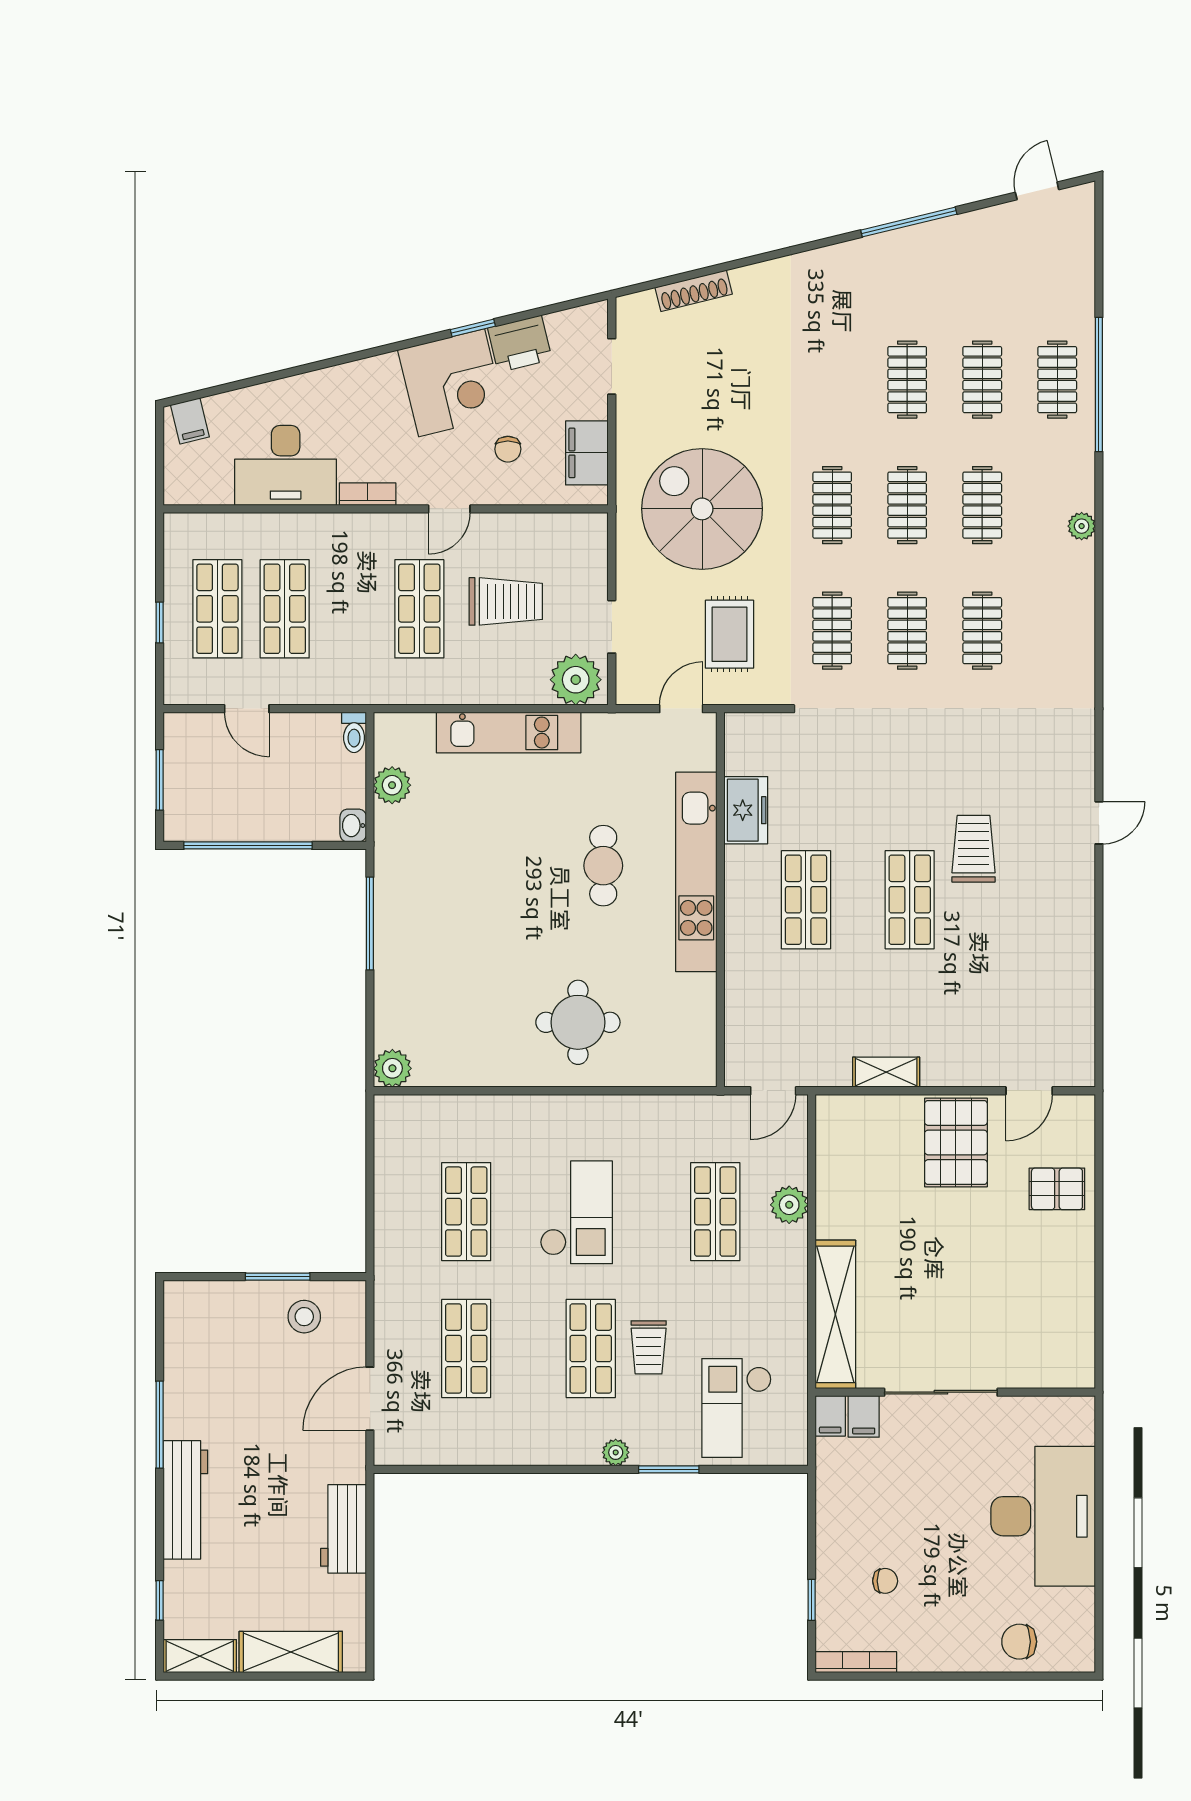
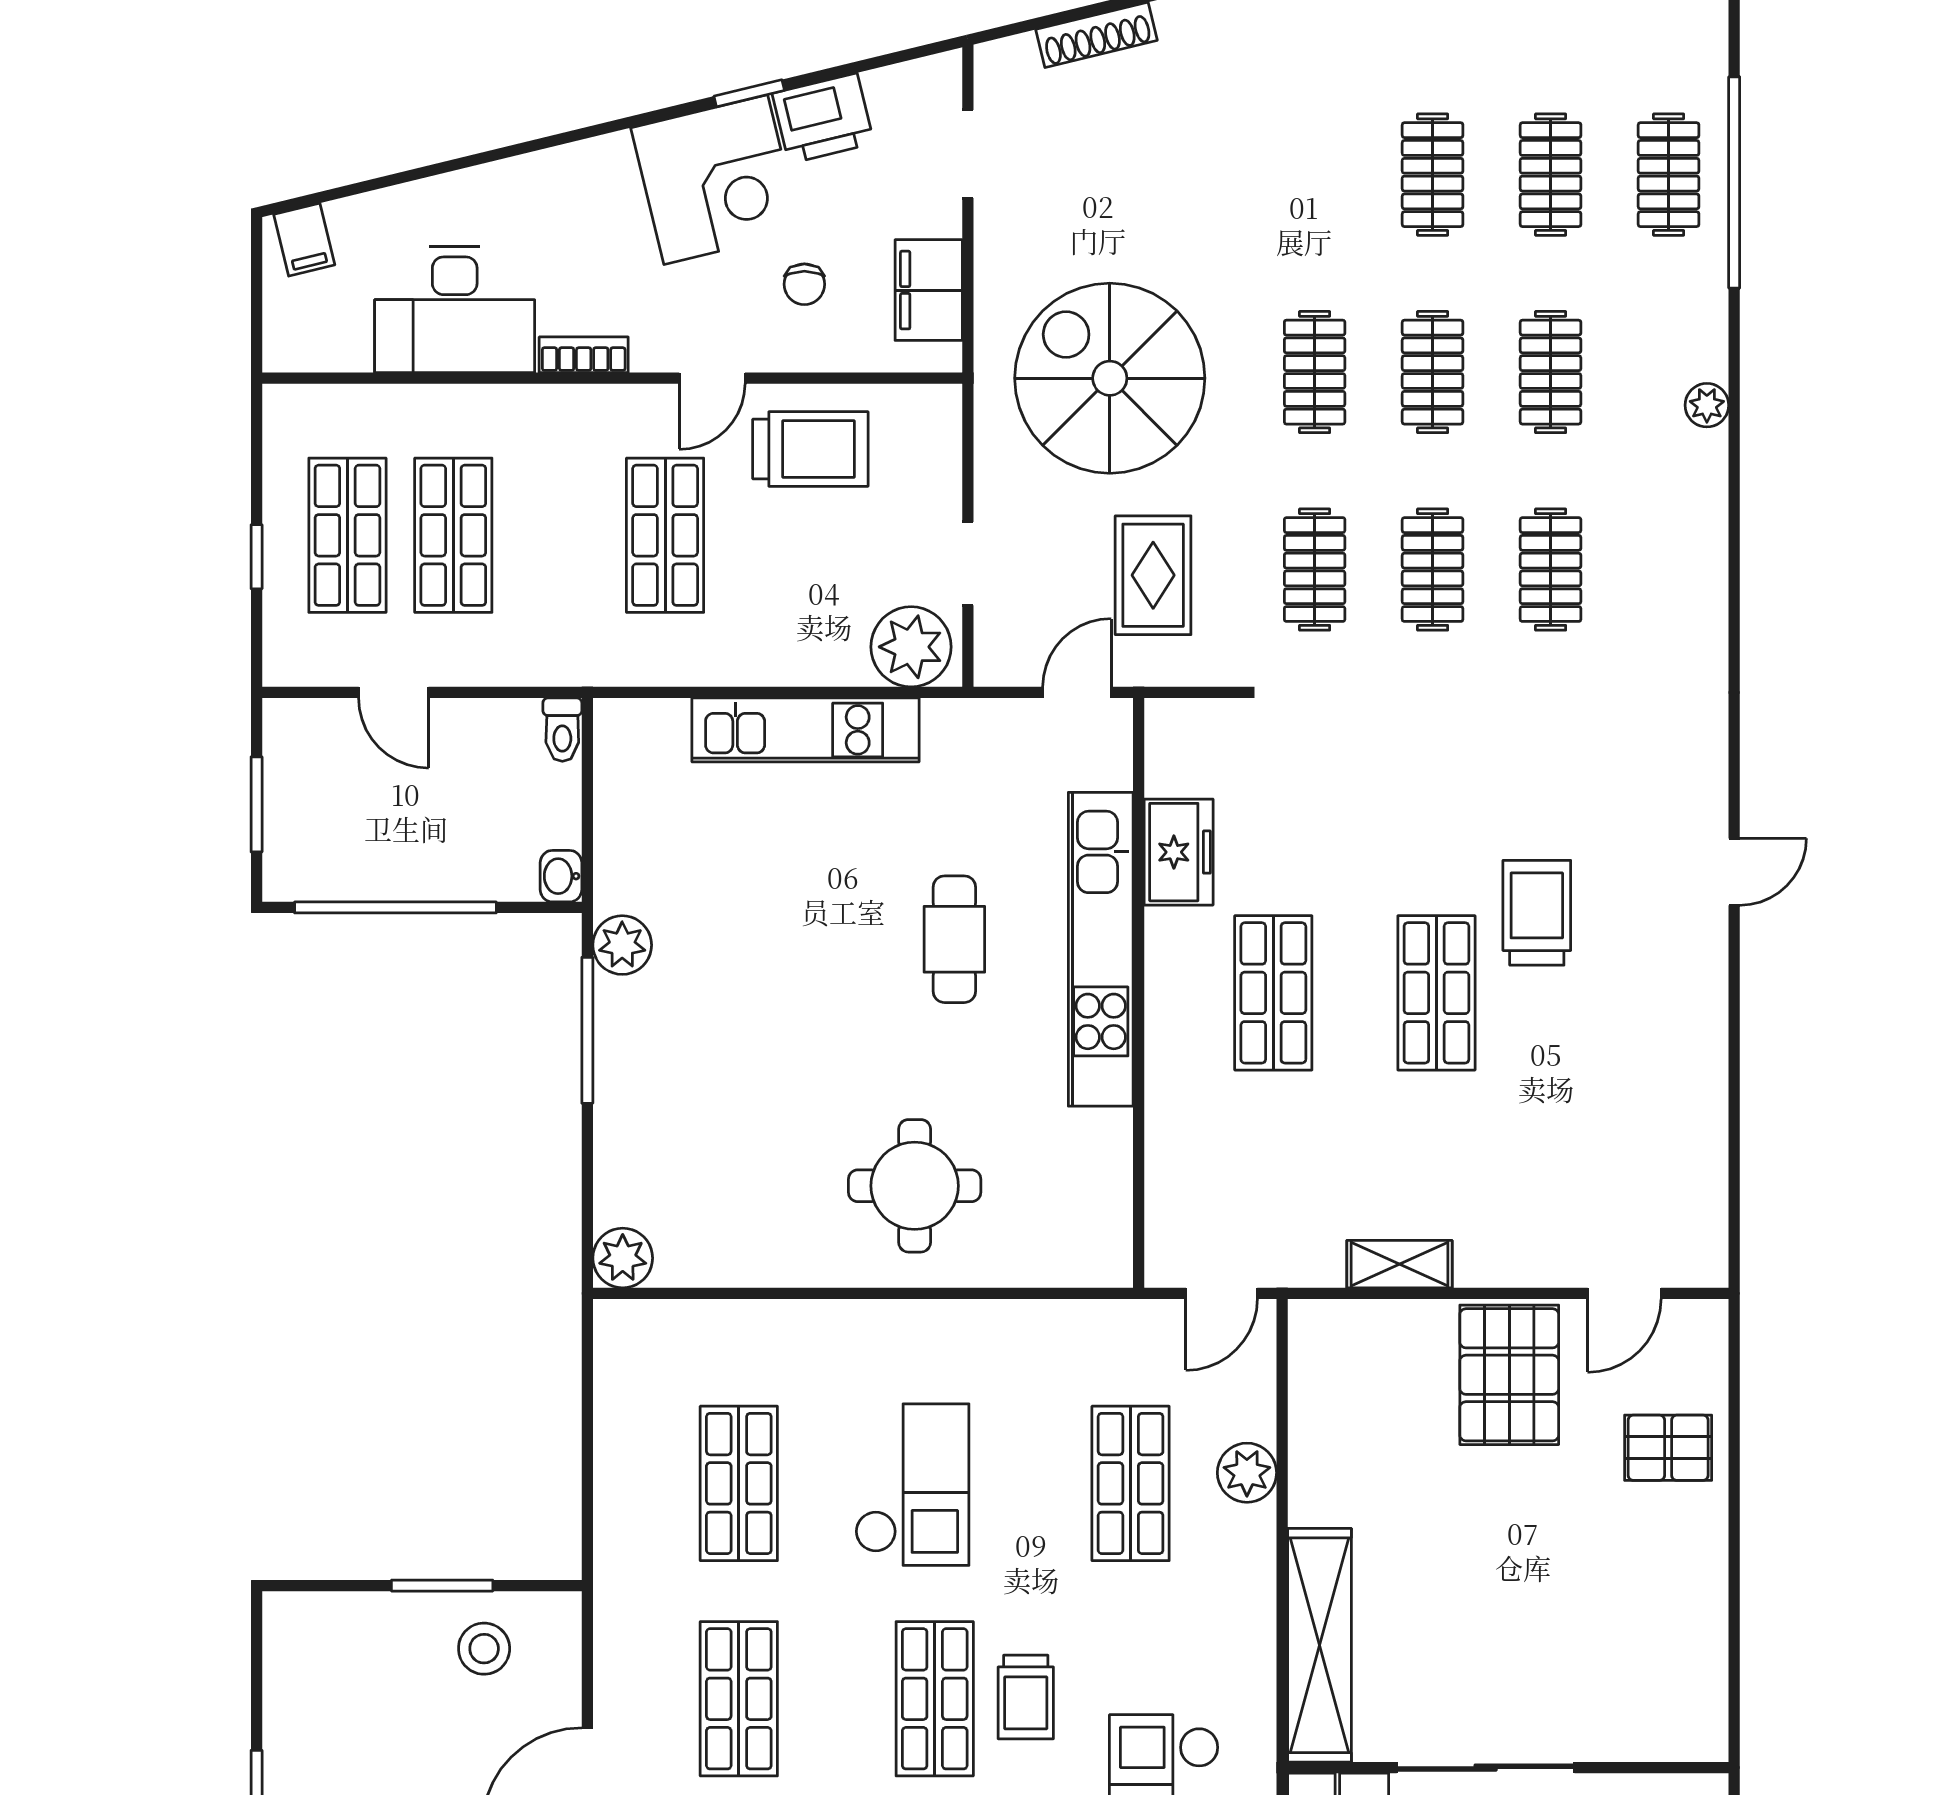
trolley: (506, 601) -> (810, 449), moved
plant: (392, 785) -> (622, 945), moved

